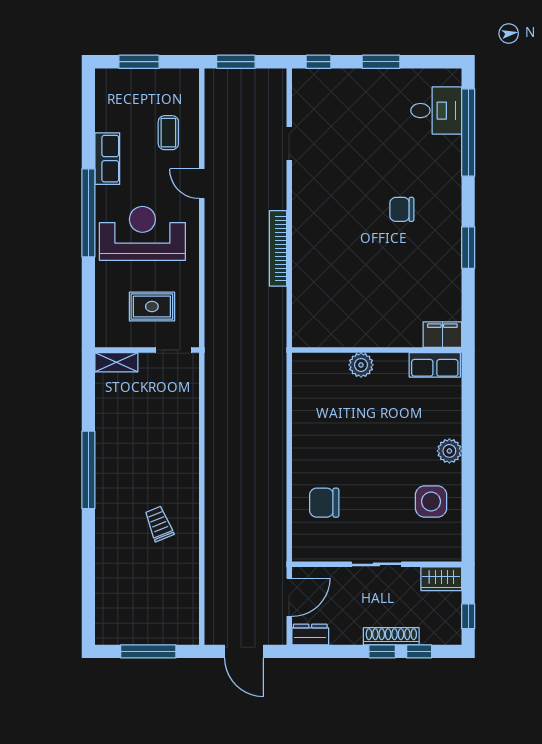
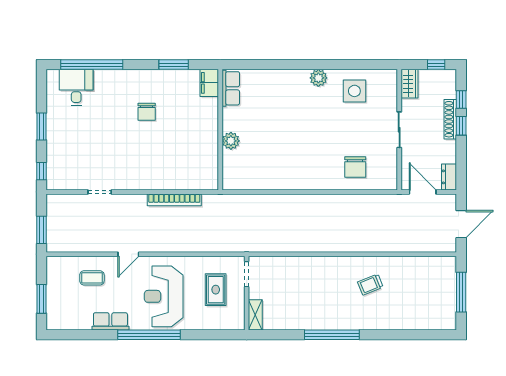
filing cabinet: (442, 335) -> (209, 83), moved
wall: (377, 350) -> (220, 130), moved
plant: (361, 365) -> (231, 141), moved
row of seats: (435, 365) -> (231, 88), moved

